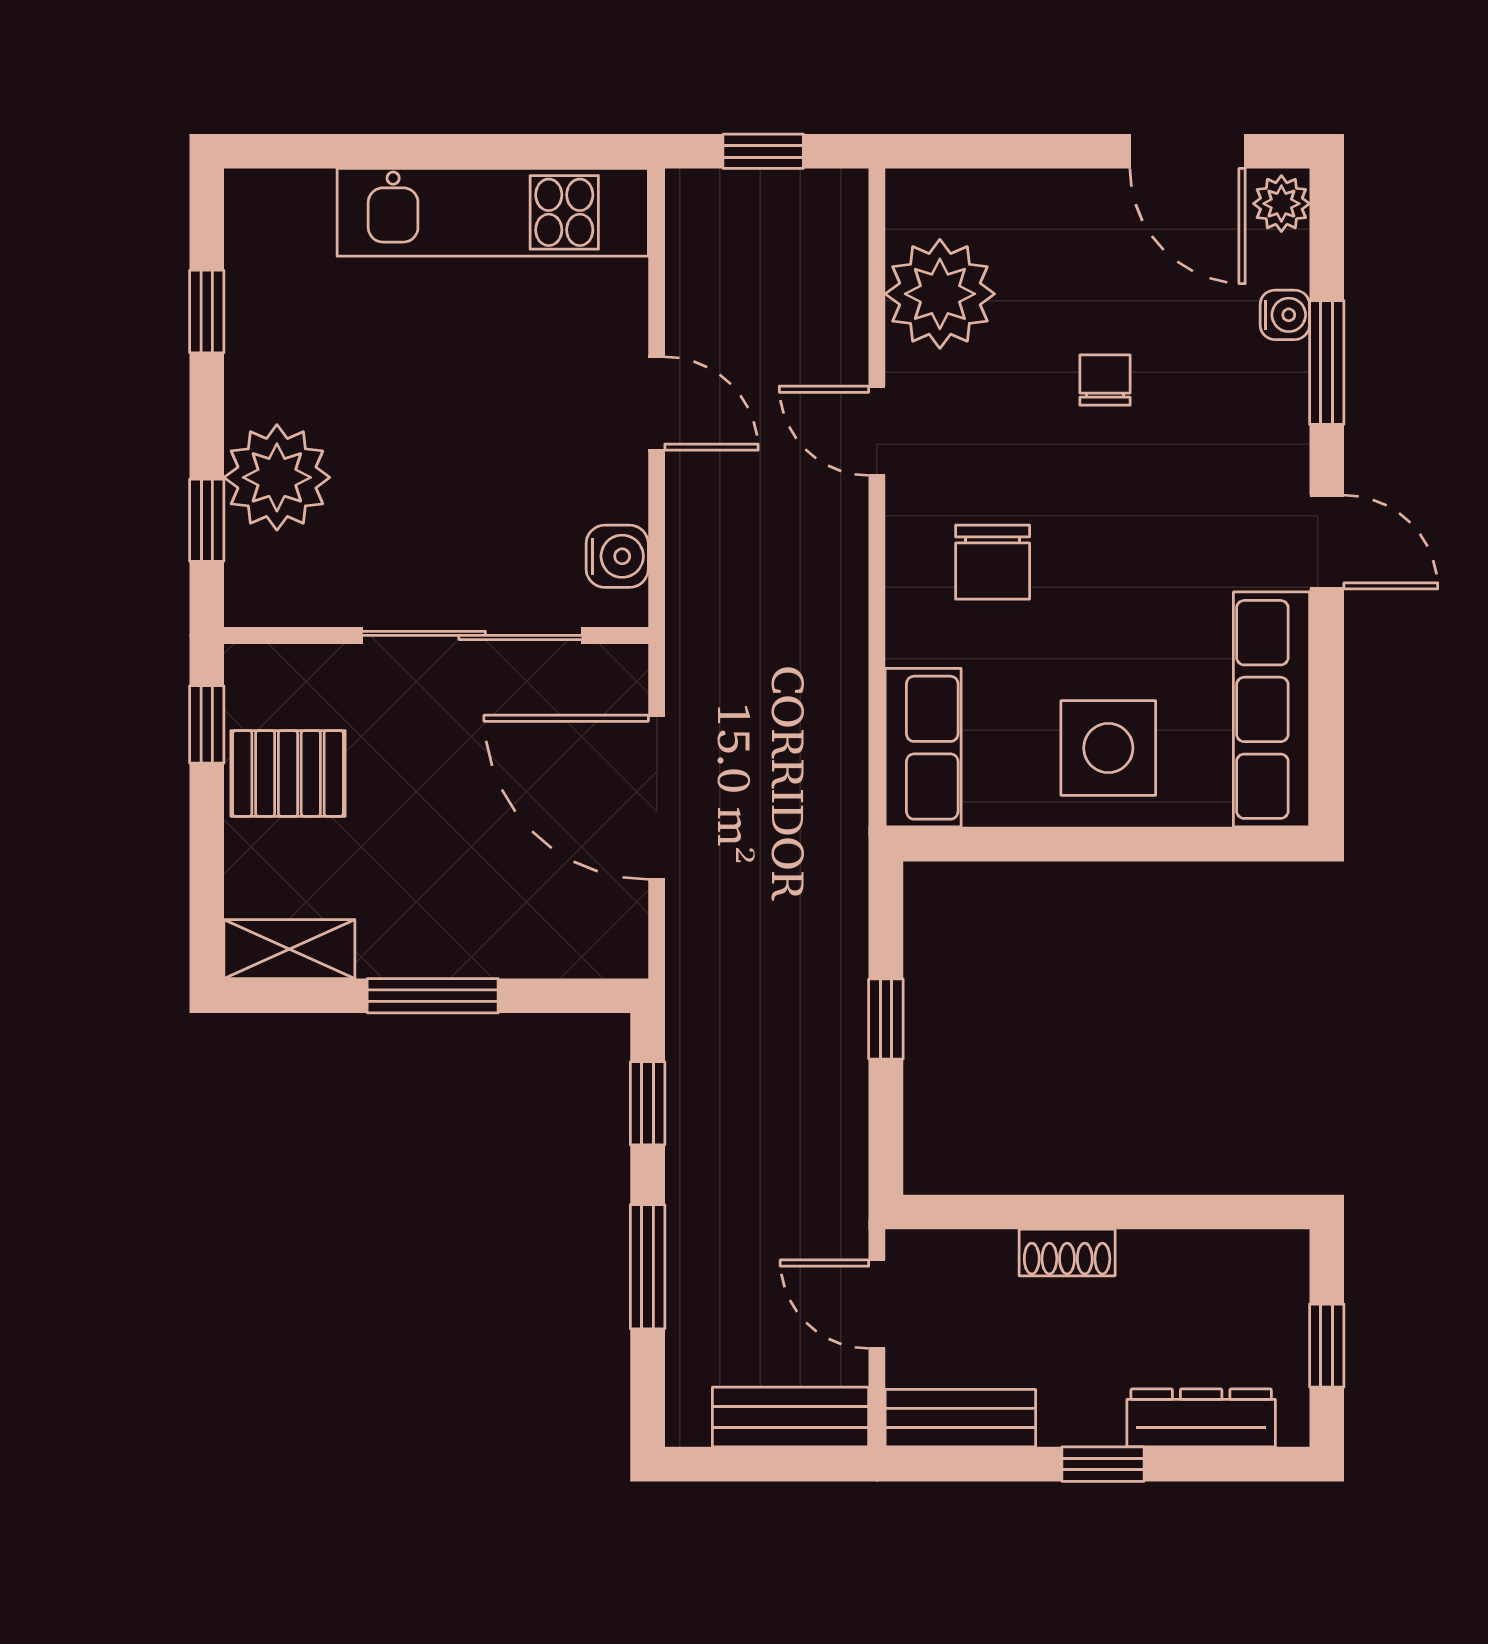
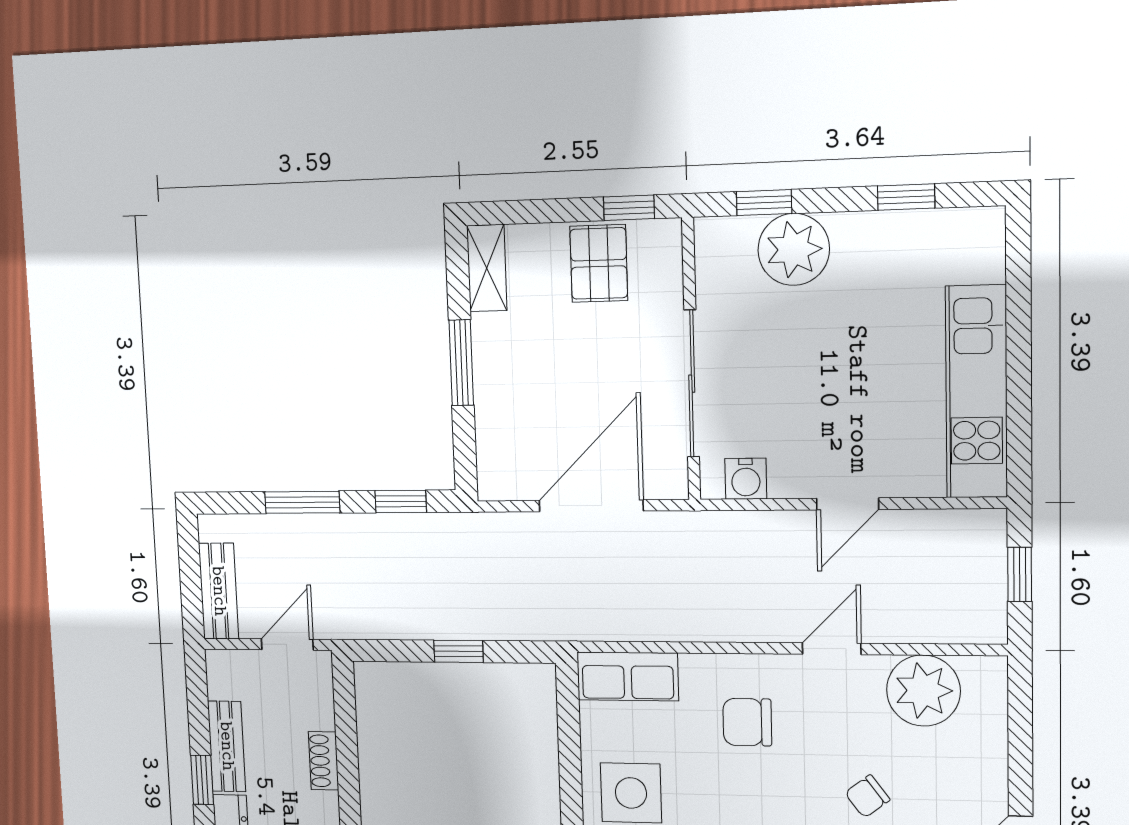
chair: (1105, 380) -> (867, 796), turned 143
bench: (960, 1418) -> (227, 746), moved

